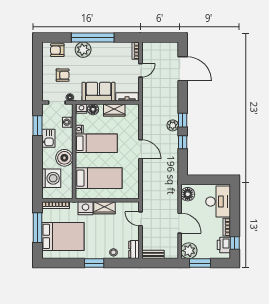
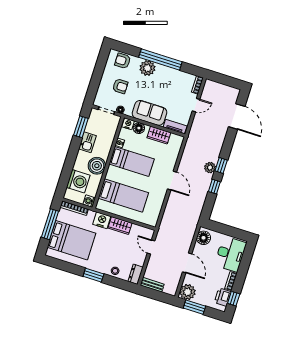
washing machine: (68, 122) -> (89, 201), moved

